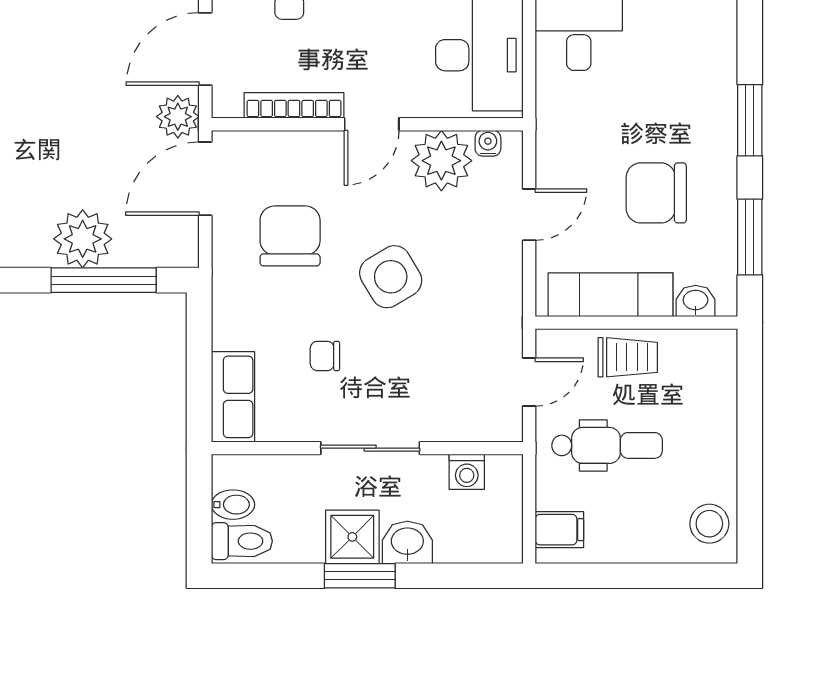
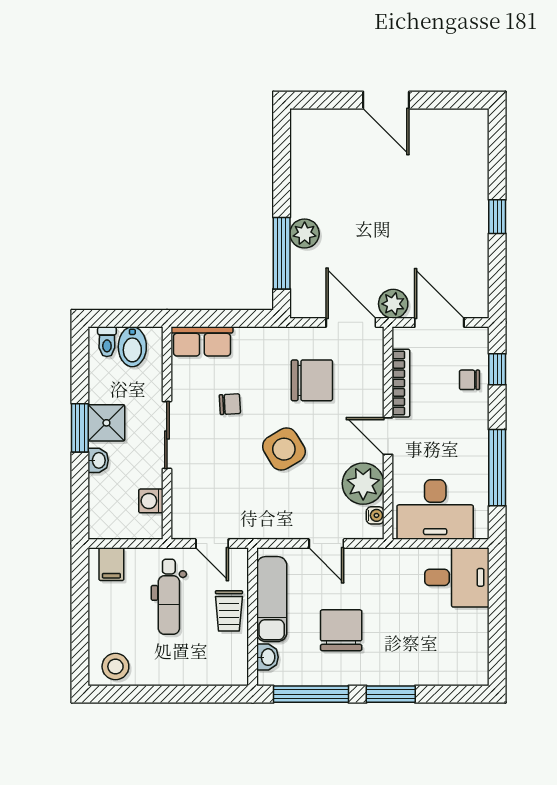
window: (750, 237) -> (311, 694), width x1.44
plant: (83, 239) -> (305, 234), width x0.73, depth x0.73
chair: (325, 356) -> (230, 404), turned 87
bidet: (233, 505) -> (132, 347), width x1.38, depth x1.36
toilet: (242, 541) -> (107, 342), width x0.73, depth x0.72
washbasin: (407, 542) -> (98, 460), width x0.72, depth x0.69

